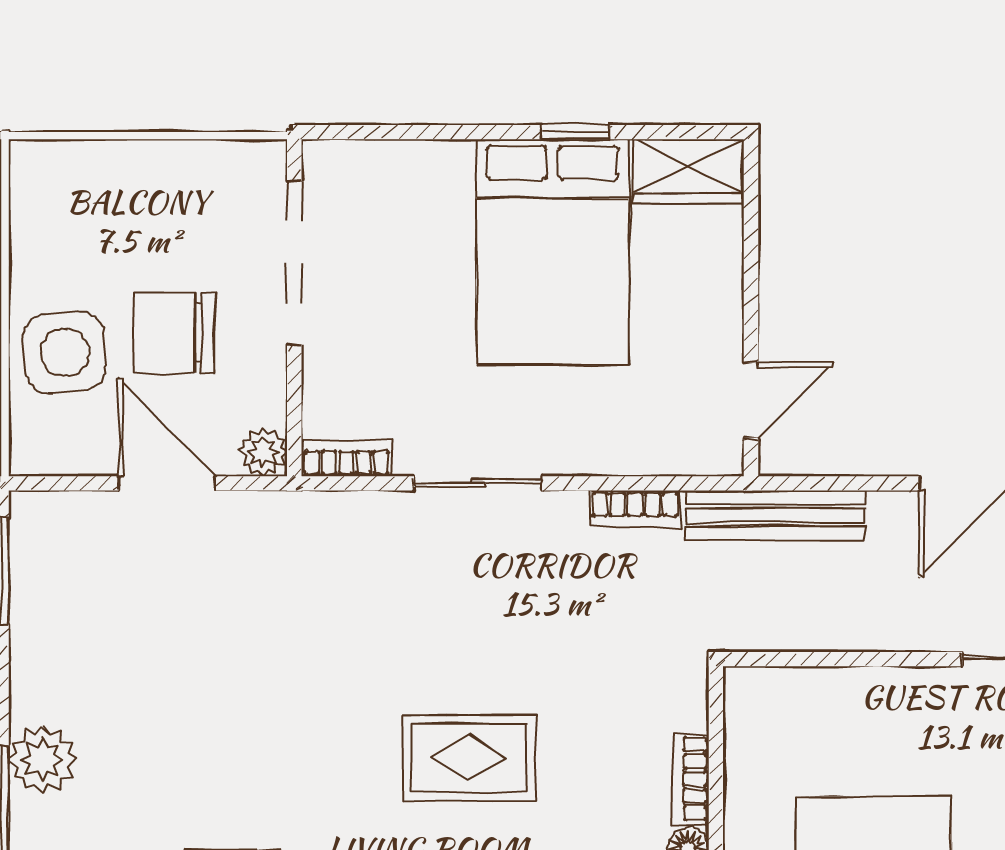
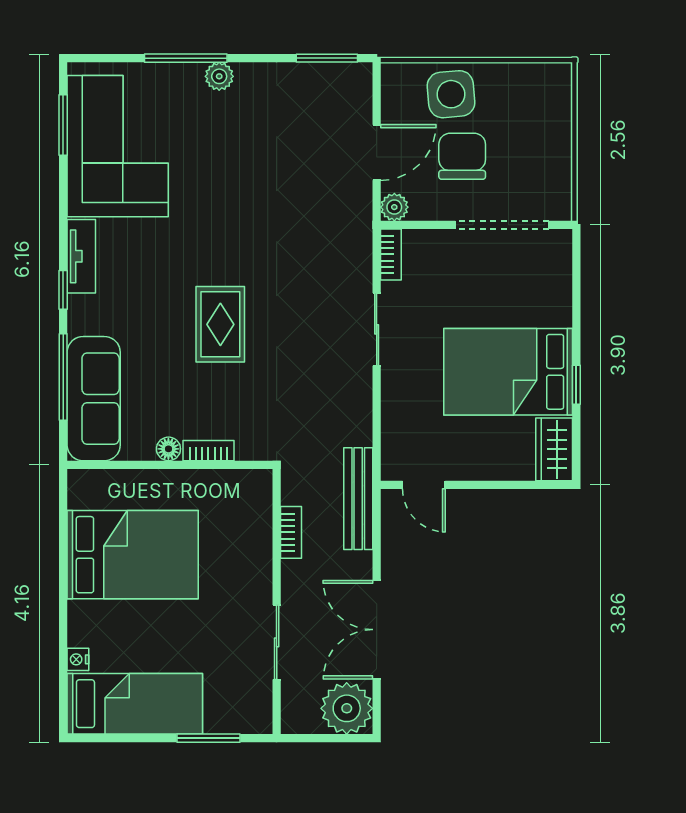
bookcase: (635, 509) -> (291, 532), moved, turned 180
plant: (43, 760) -> (219, 76), width x0.73, depth x0.73

